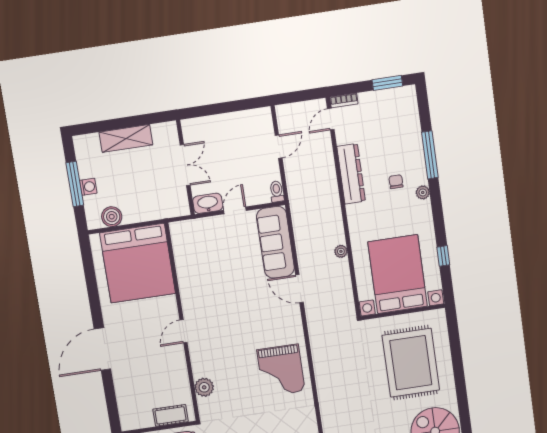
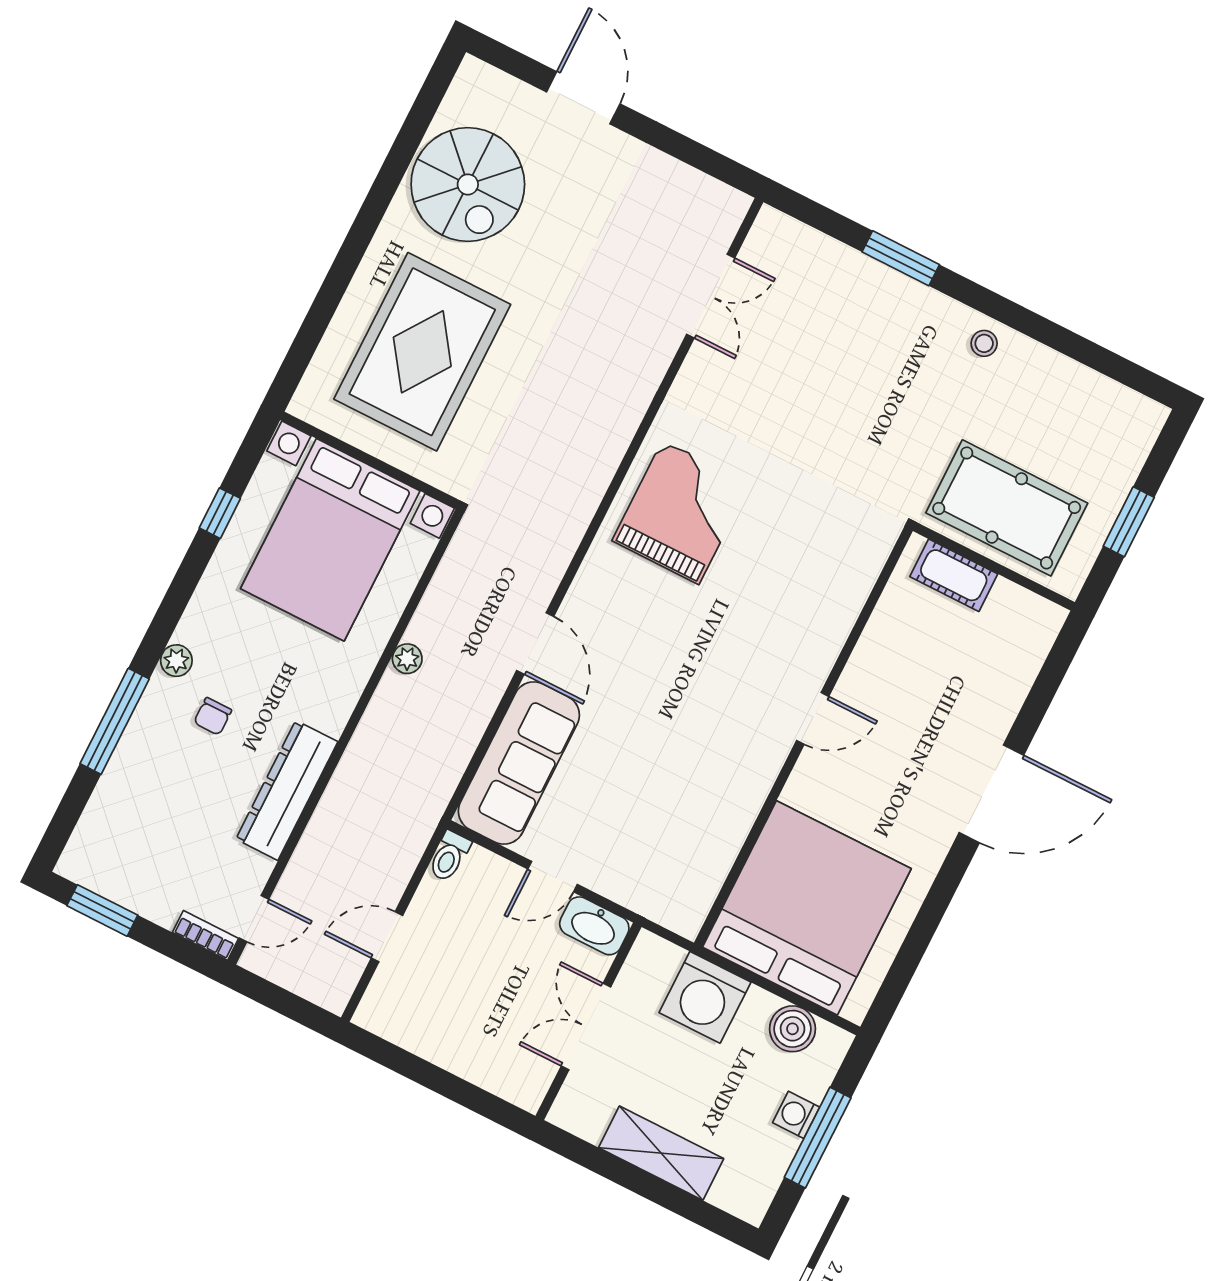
washing machine: (151, 206) -> (705, 997), added
plant: (204, 387) -> (850, 584), removed

